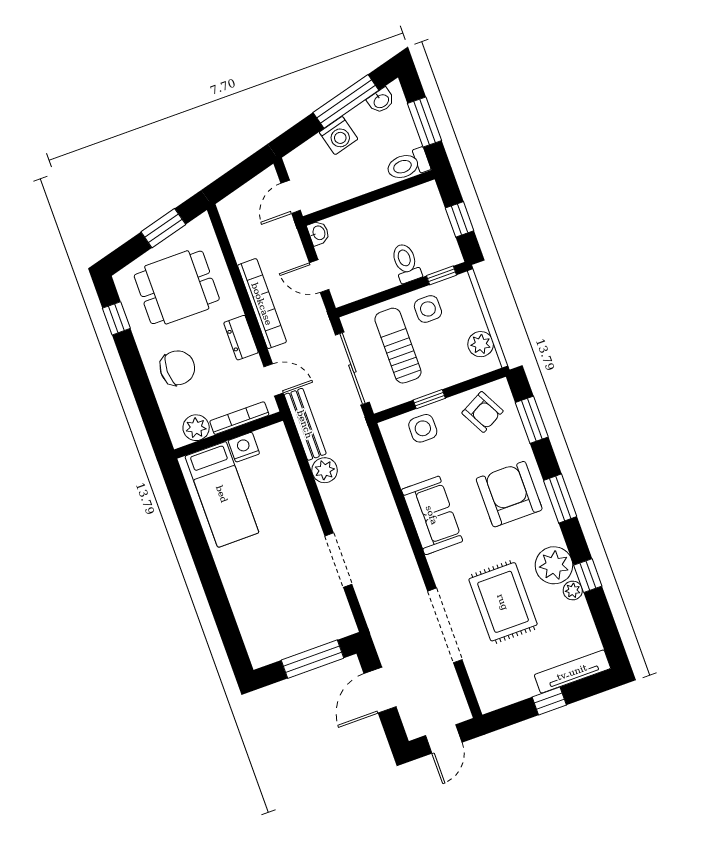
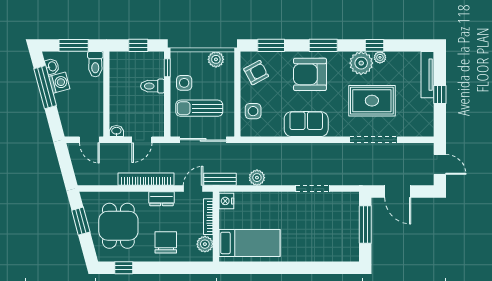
washing machine: (339, 136) -> (59, 83), moved
window: (429, 399) -> (237, 101), removed
bench: (305, 424) -> (220, 179), width x0.73
nightstand: (244, 447) -> (226, 201), moved

